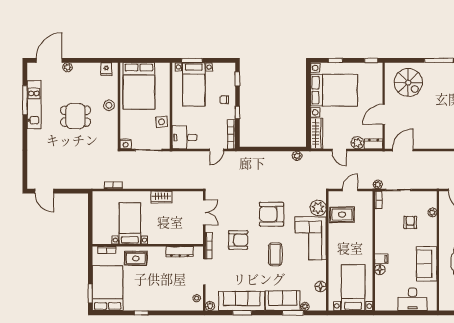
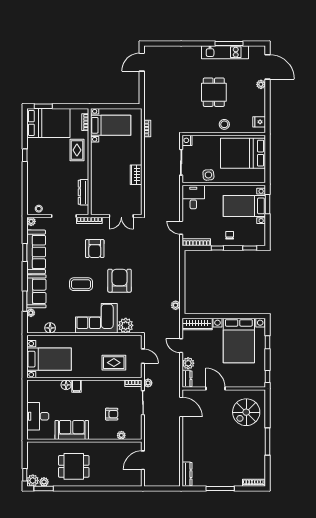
door: (339, 150) -> (181, 346), hinge flipped
rug: (342, 215) -> (114, 363), moved, turned 90
bed with nightstands: (130, 223) -> (111, 125), moved

